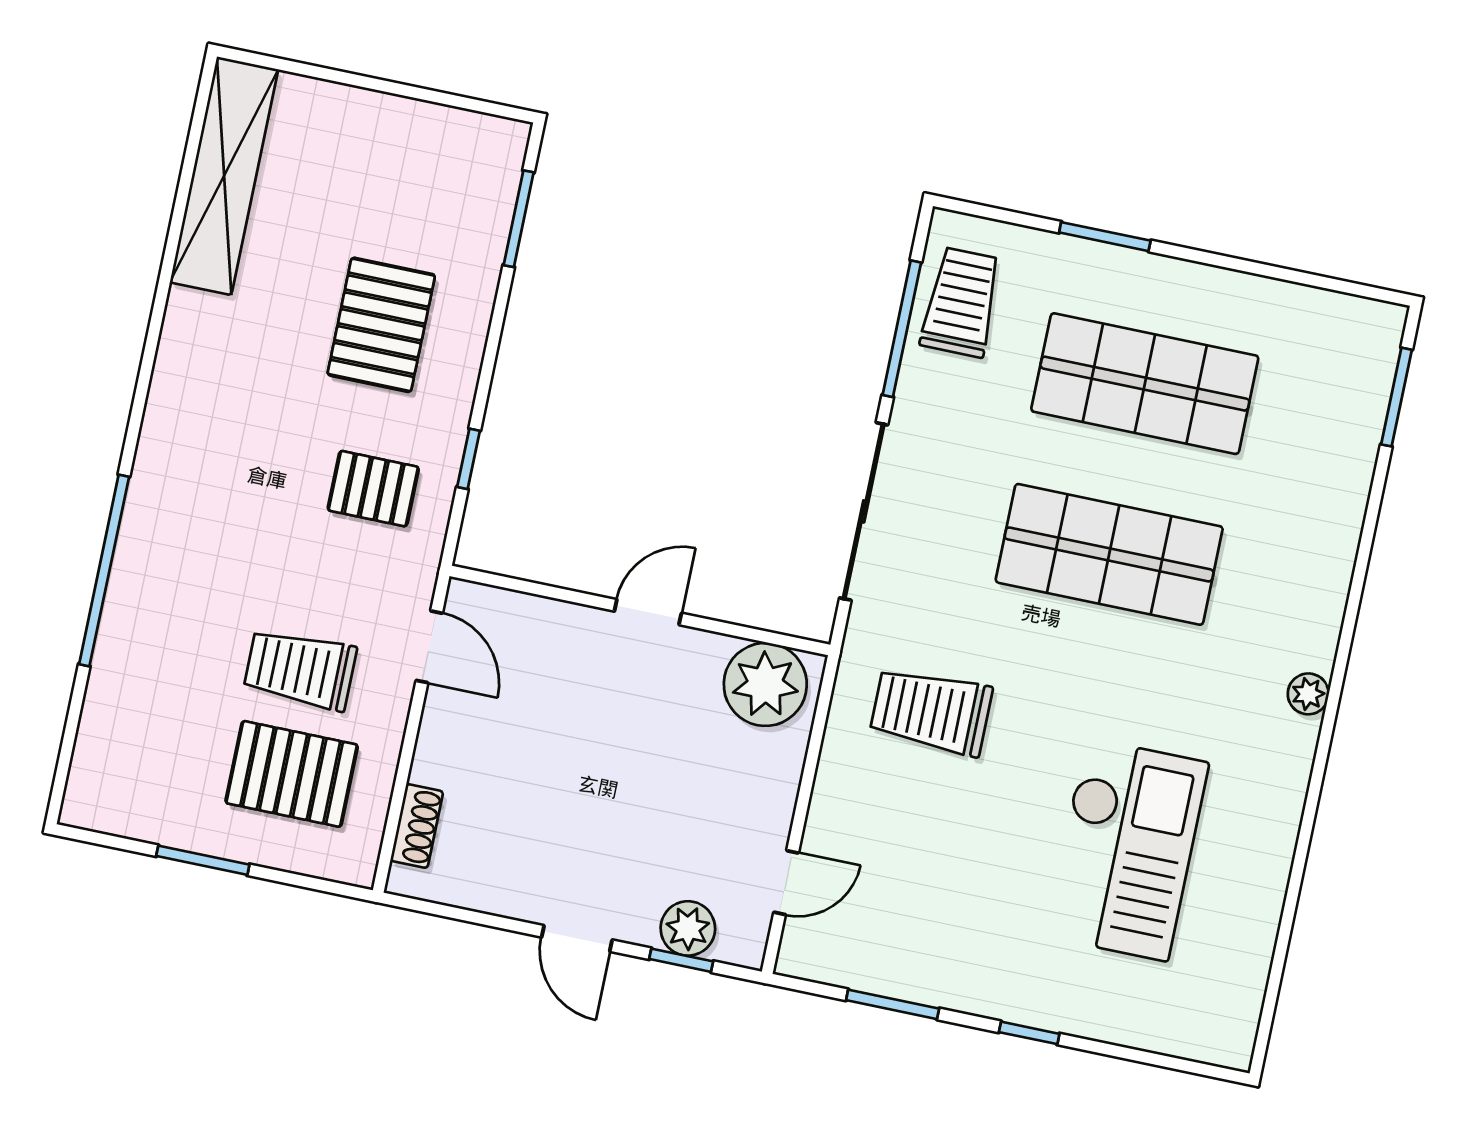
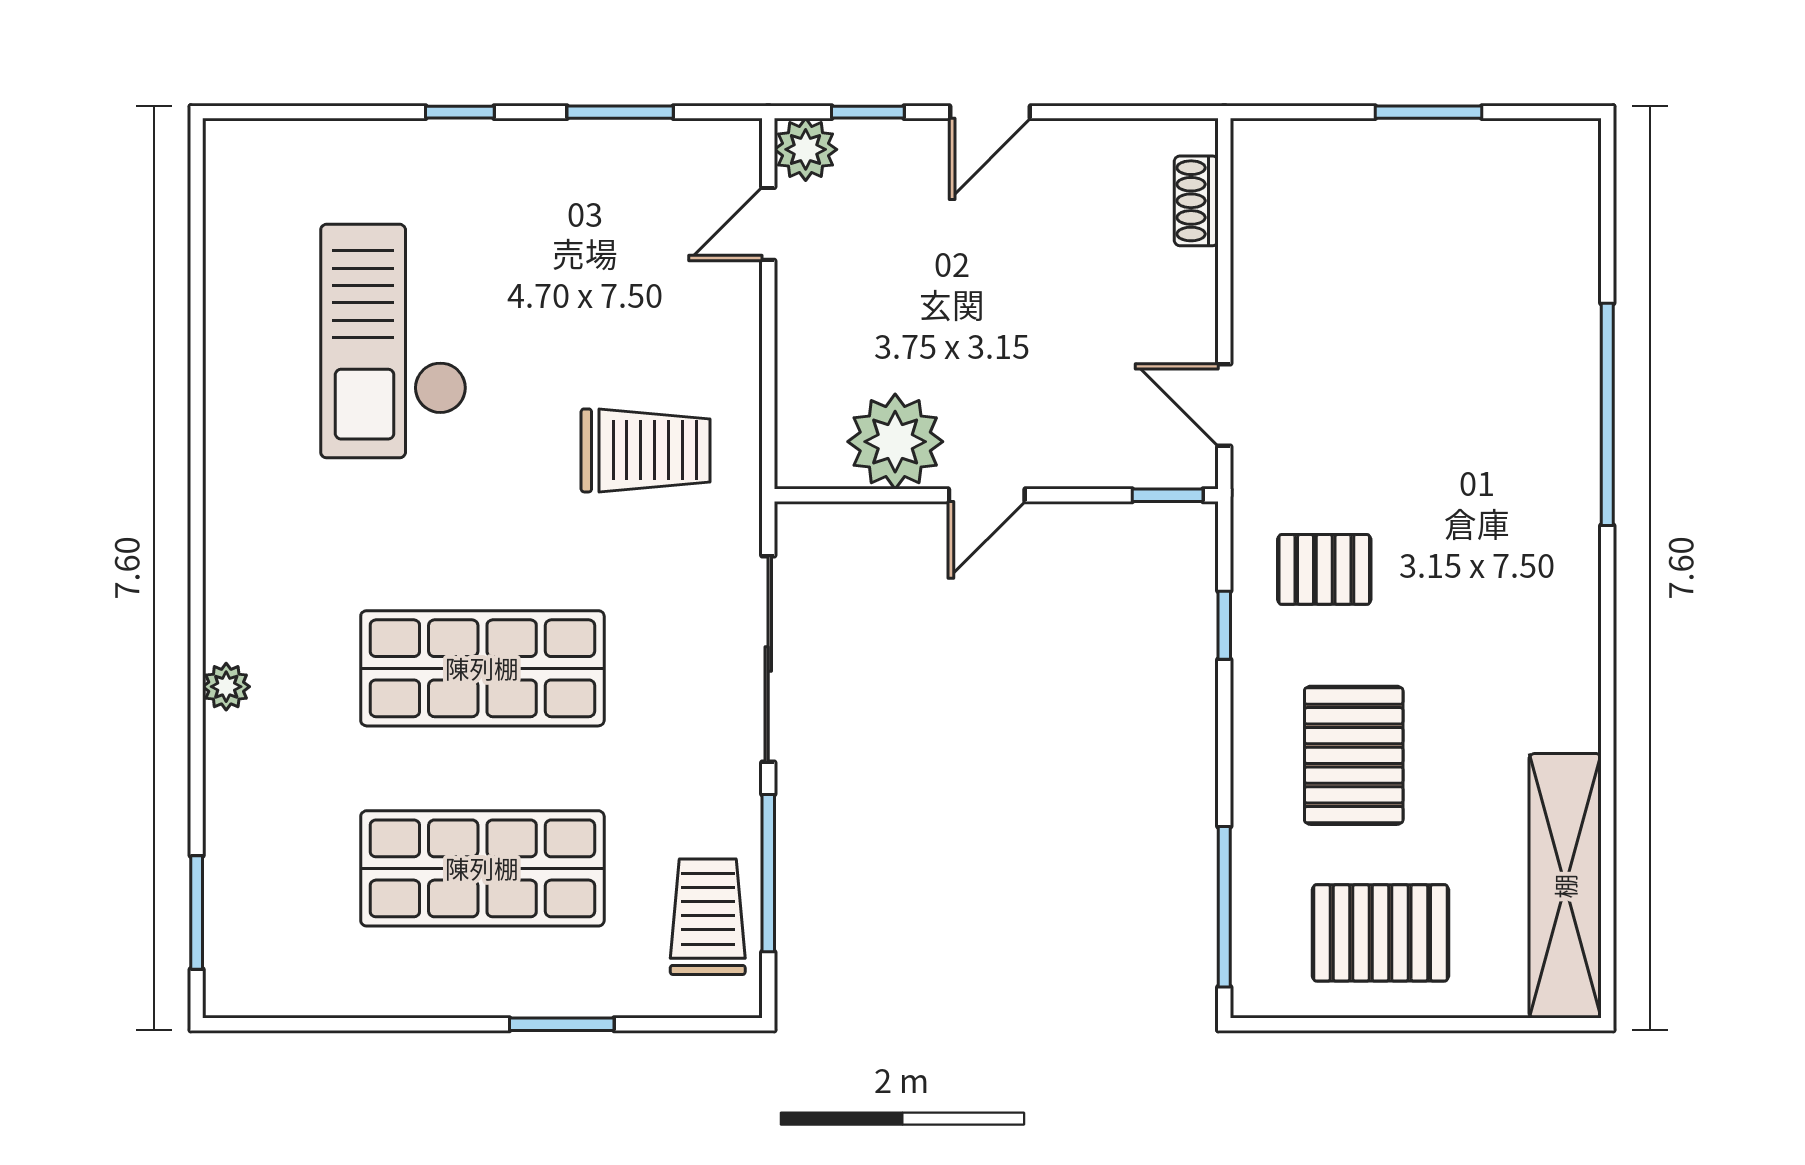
window: (519, 219) -> (1224, 907), width x1.44
trolley: (961, 302) -> (708, 917), turned 180
window: (494, 580) -> (1168, 495), added
trolley: (300, 669) -> (1364, 350), removed
plant: (765, 684) -> (895, 442), moved
plant: (1308, 694) -> (226, 687), moved
pallet: (292, 774) -> (1380, 933), moved
plant: (688, 928) -> (806, 149), moved
door: (577, 938) -> (990, 112), swing flipped

